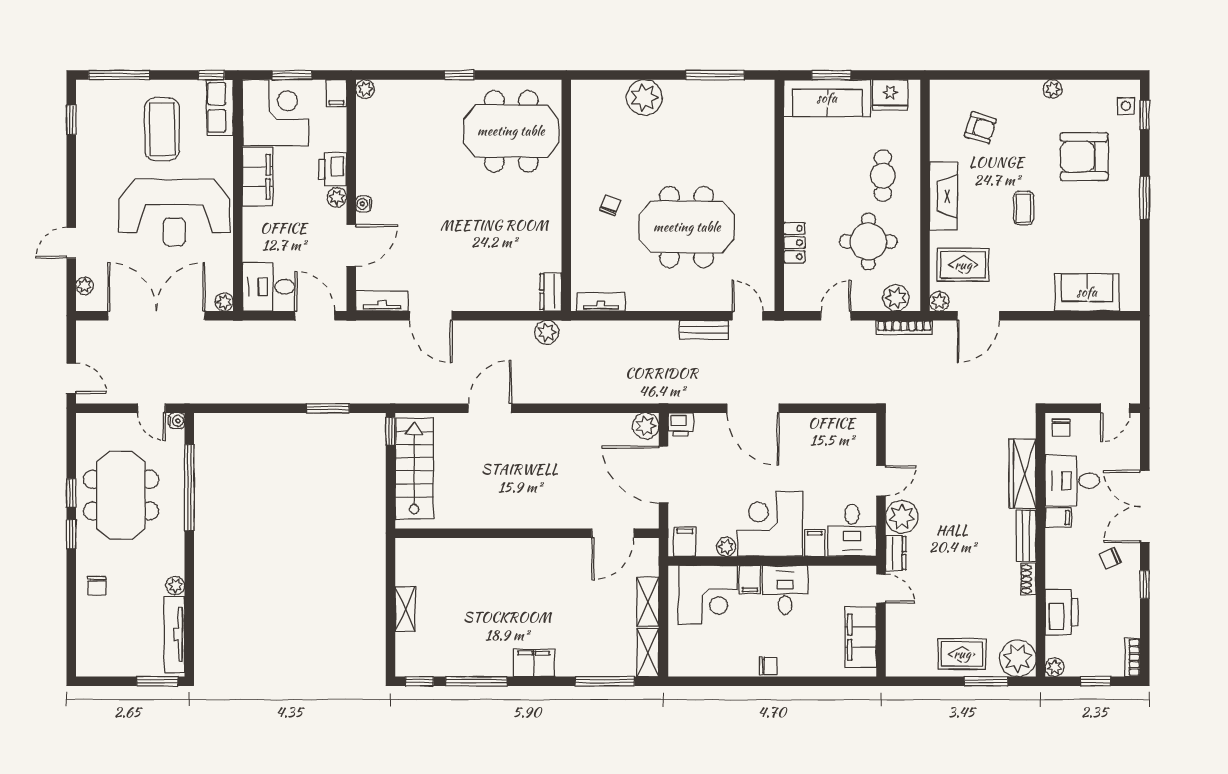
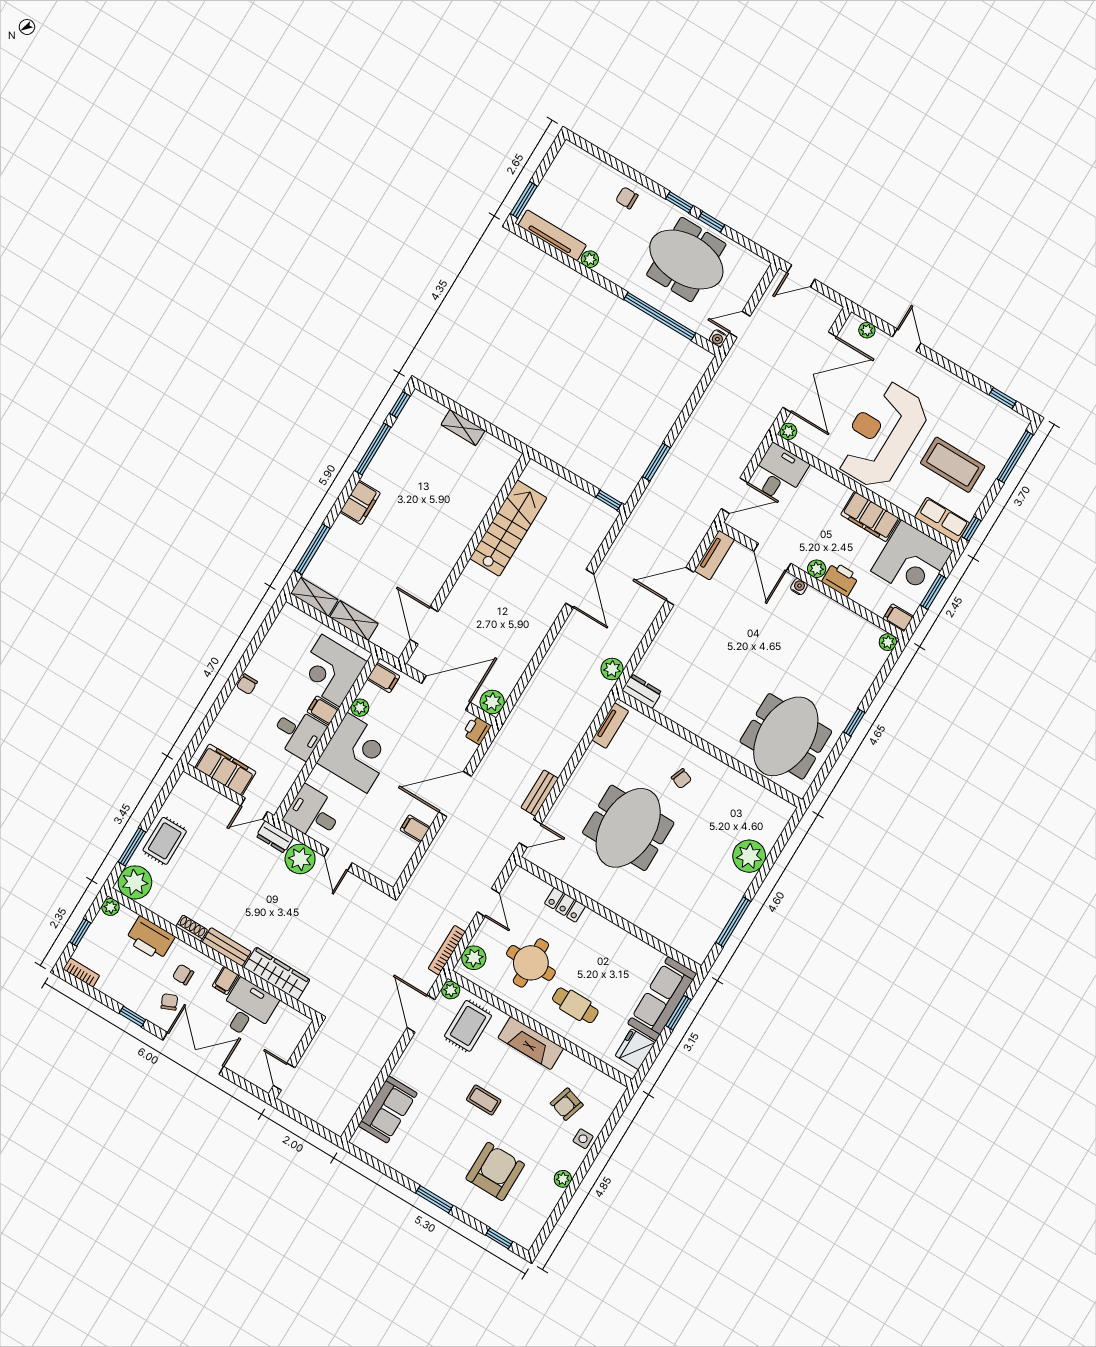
side table: (1126, 106) -> (583, 1139), moved
chair: (1061, 428) -> (183, 975), moved
stairs: (414, 469) -> (508, 528), moved, turned -90
filing cabinet: (815, 543) -> (415, 829), moved, turned 180

